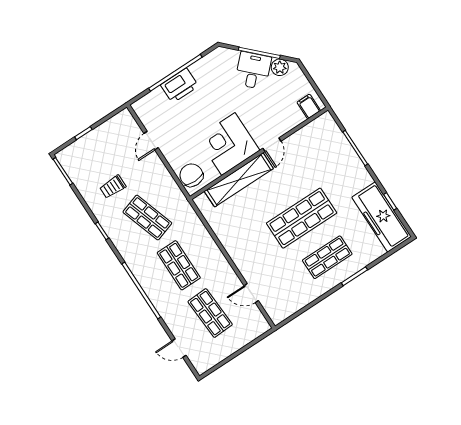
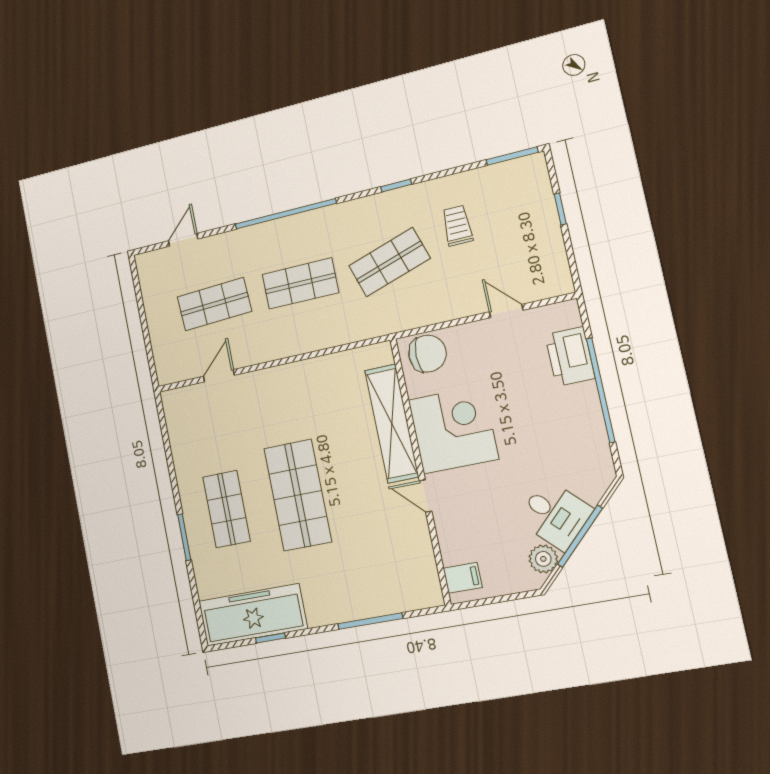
printer: (179, 86) -> (570, 356), moved

